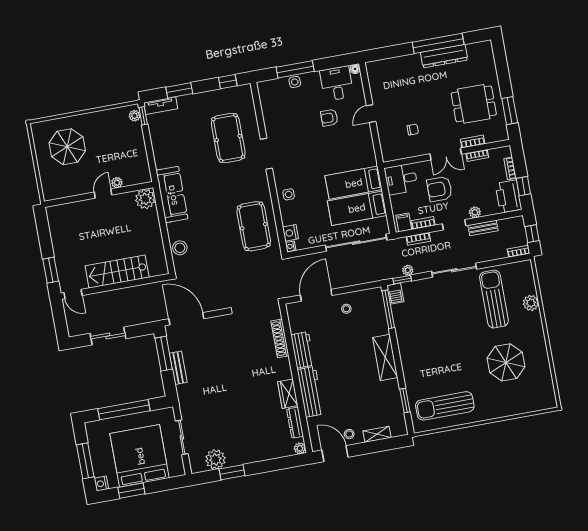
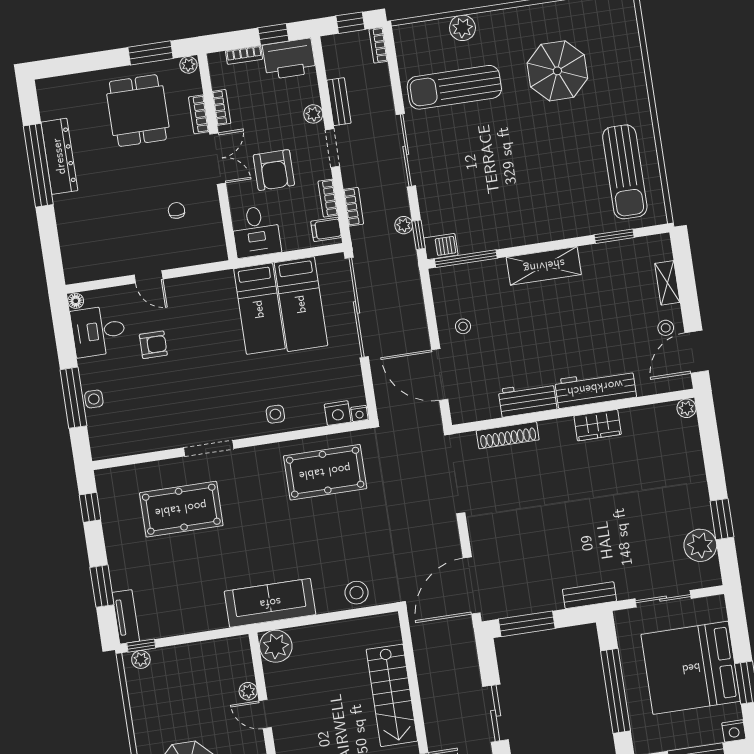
armchair: (329, 118) -> (153, 345), turned -90
plant: (503, 134) -> (188, 65), added
bench: (178, 368) -> (589, 595), moved
dresser: (295, 423) -> (645, 415), removed

